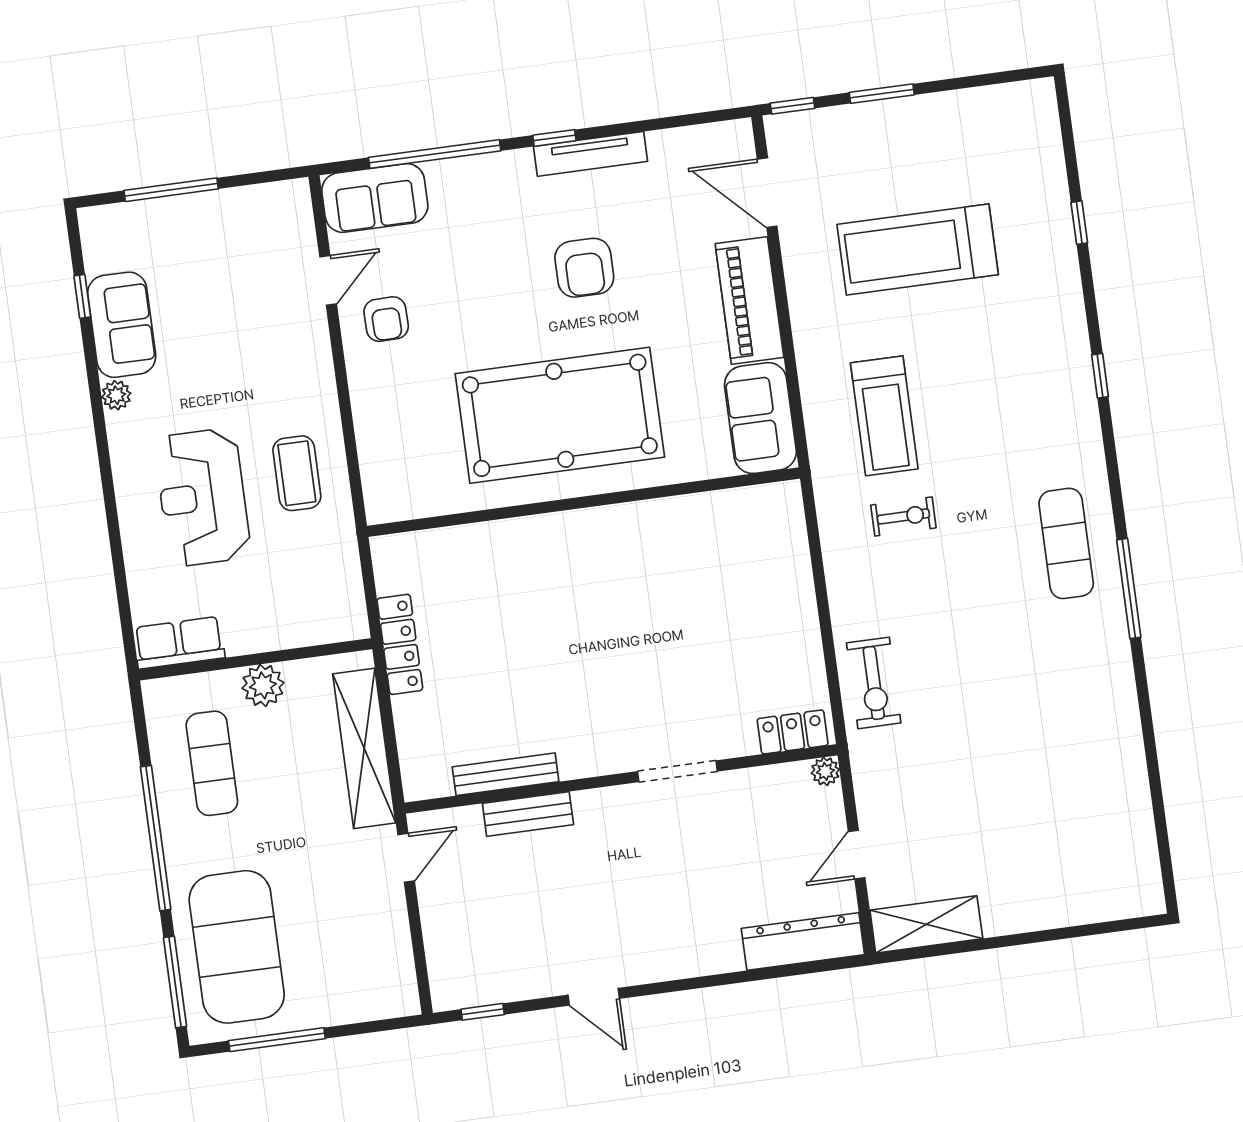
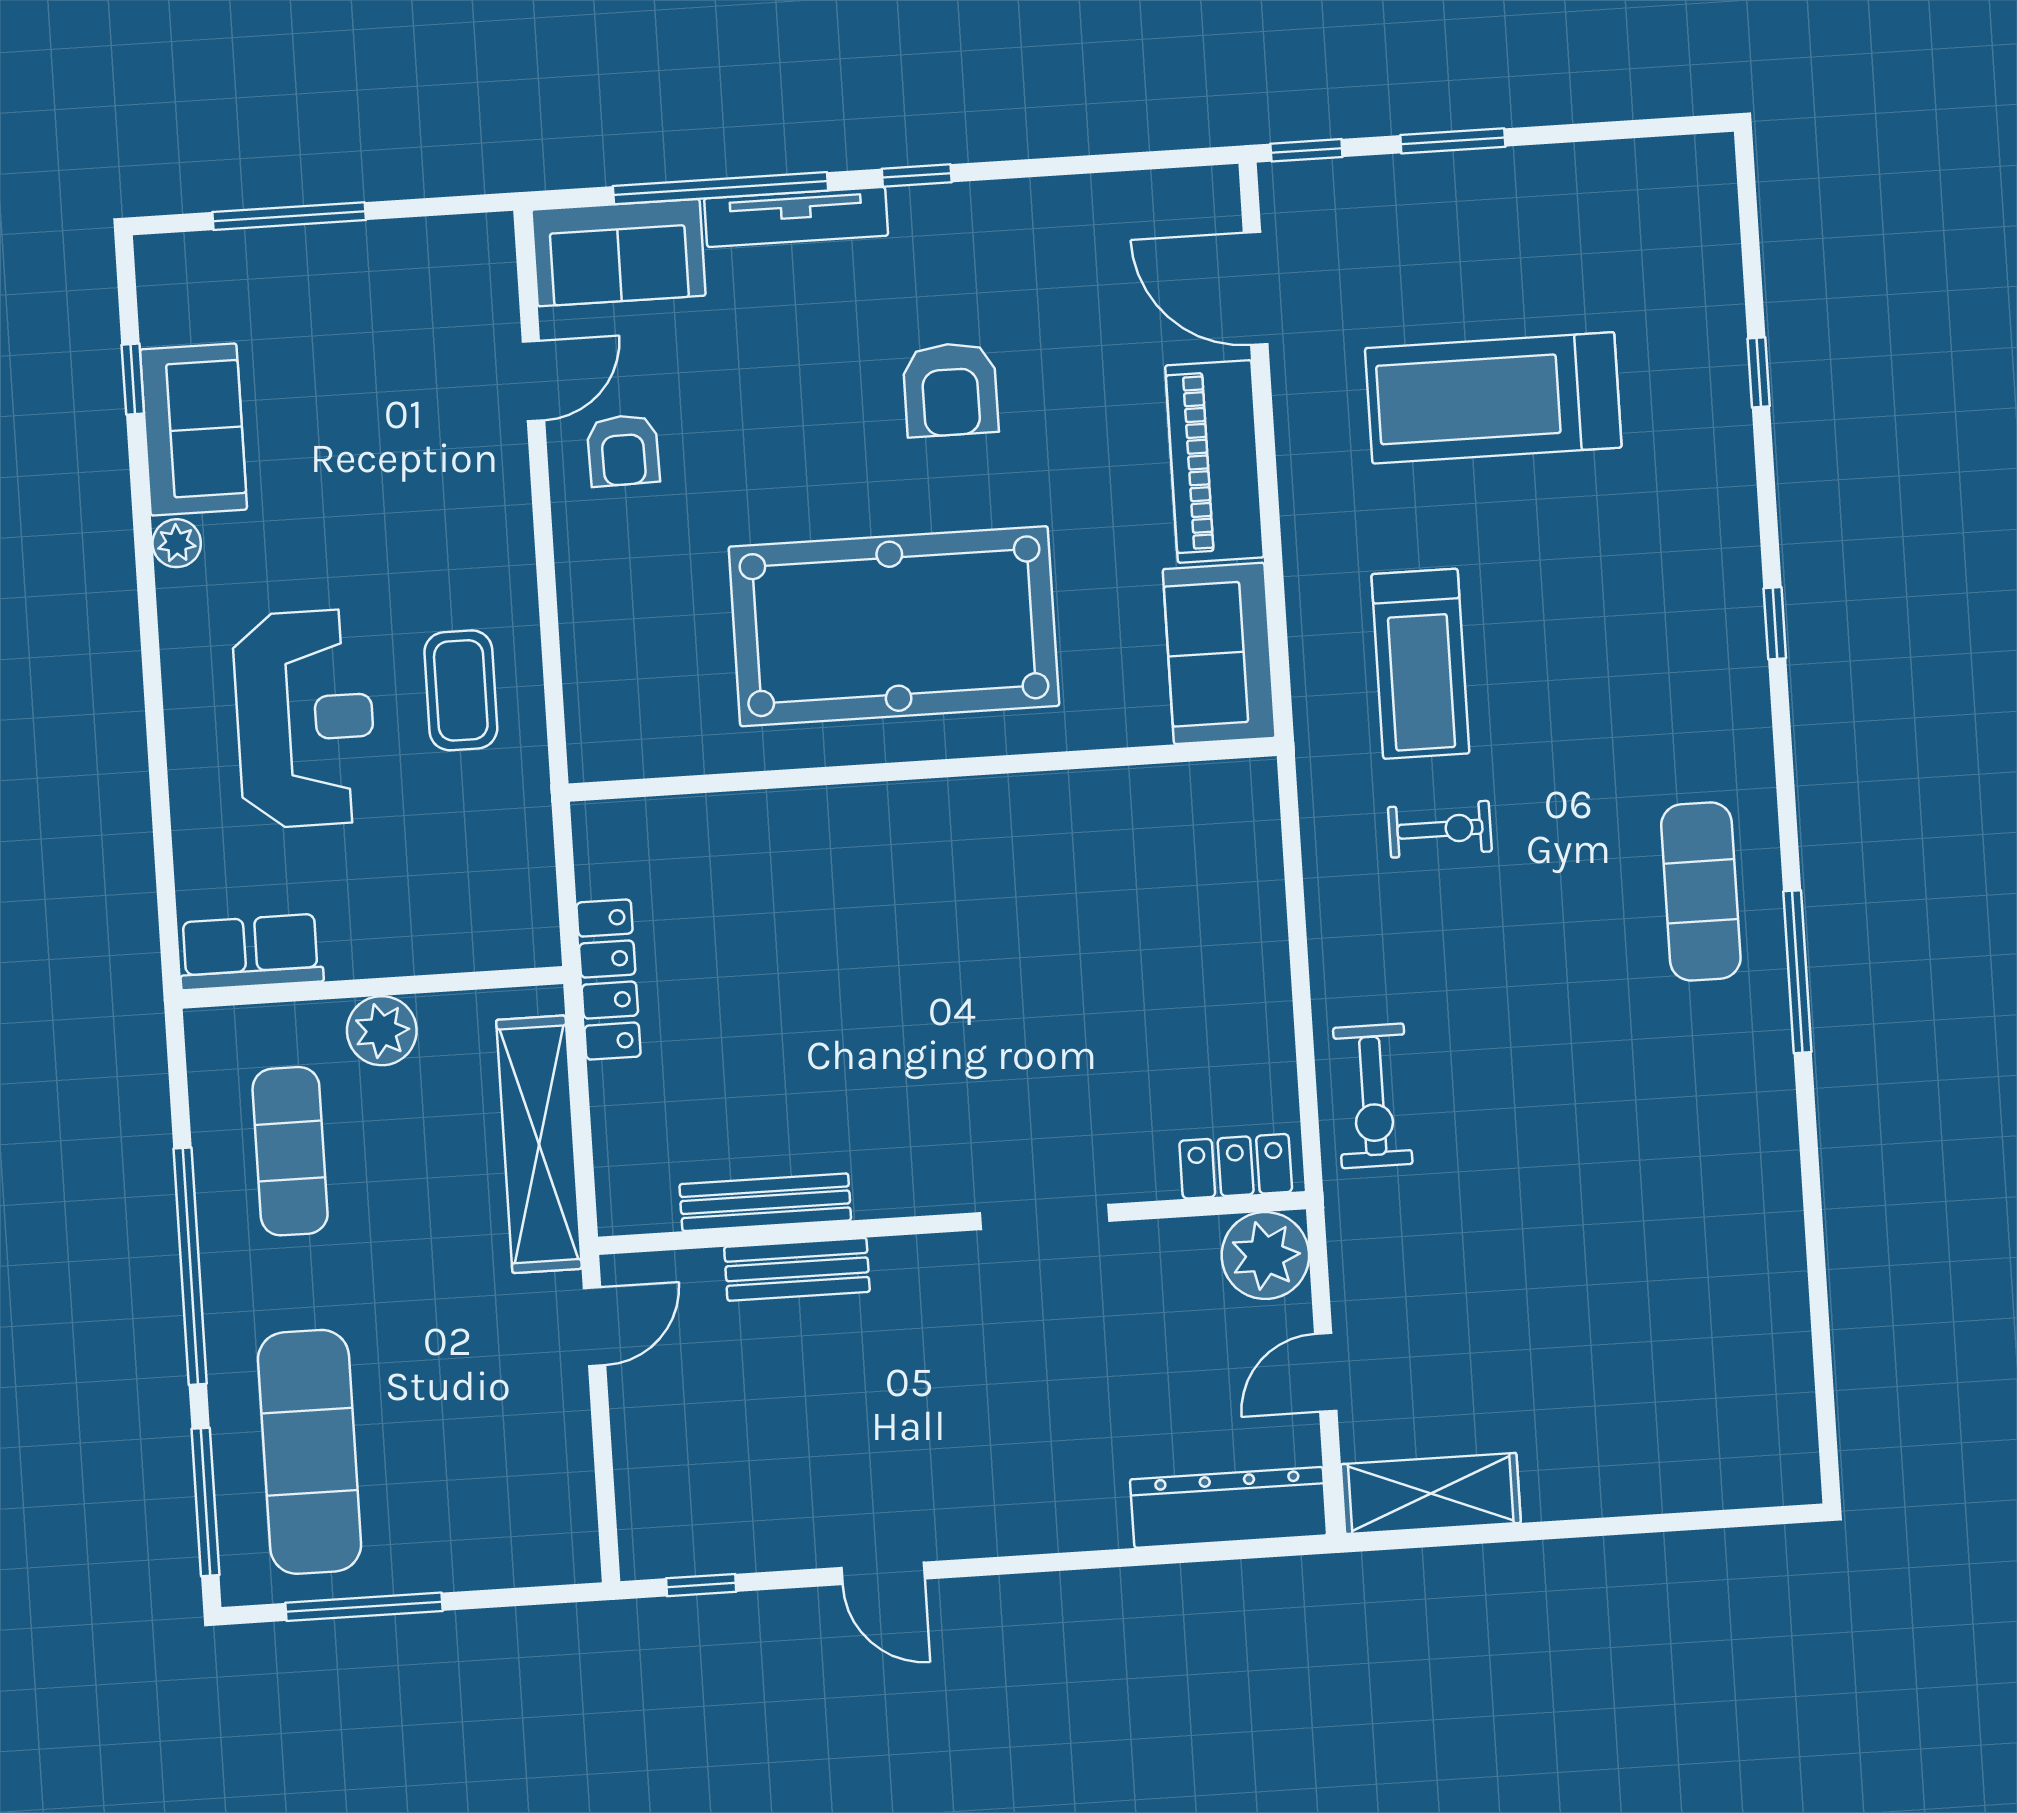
tv unit: (591, 154) -> (796, 217), moved
reception desk: (202, 497) -> (305, 719), turned 180
plant: (825, 771) -> (1265, 1256), width x1.87, depth x1.87
exercise mat: (237, 947) -> (310, 1452), width x0.68

